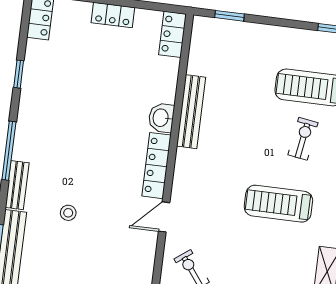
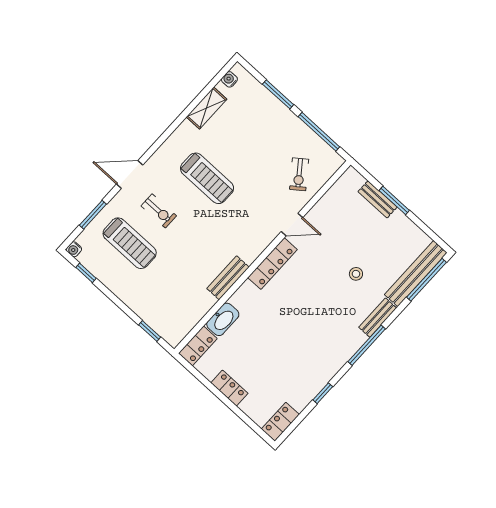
bench: (191, 112) -> (228, 278), width x0.73
washbasin: (161, 118) -> (223, 319), moved, width x1.38
exercise bike: (303, 139) -> (159, 211), turned -99

